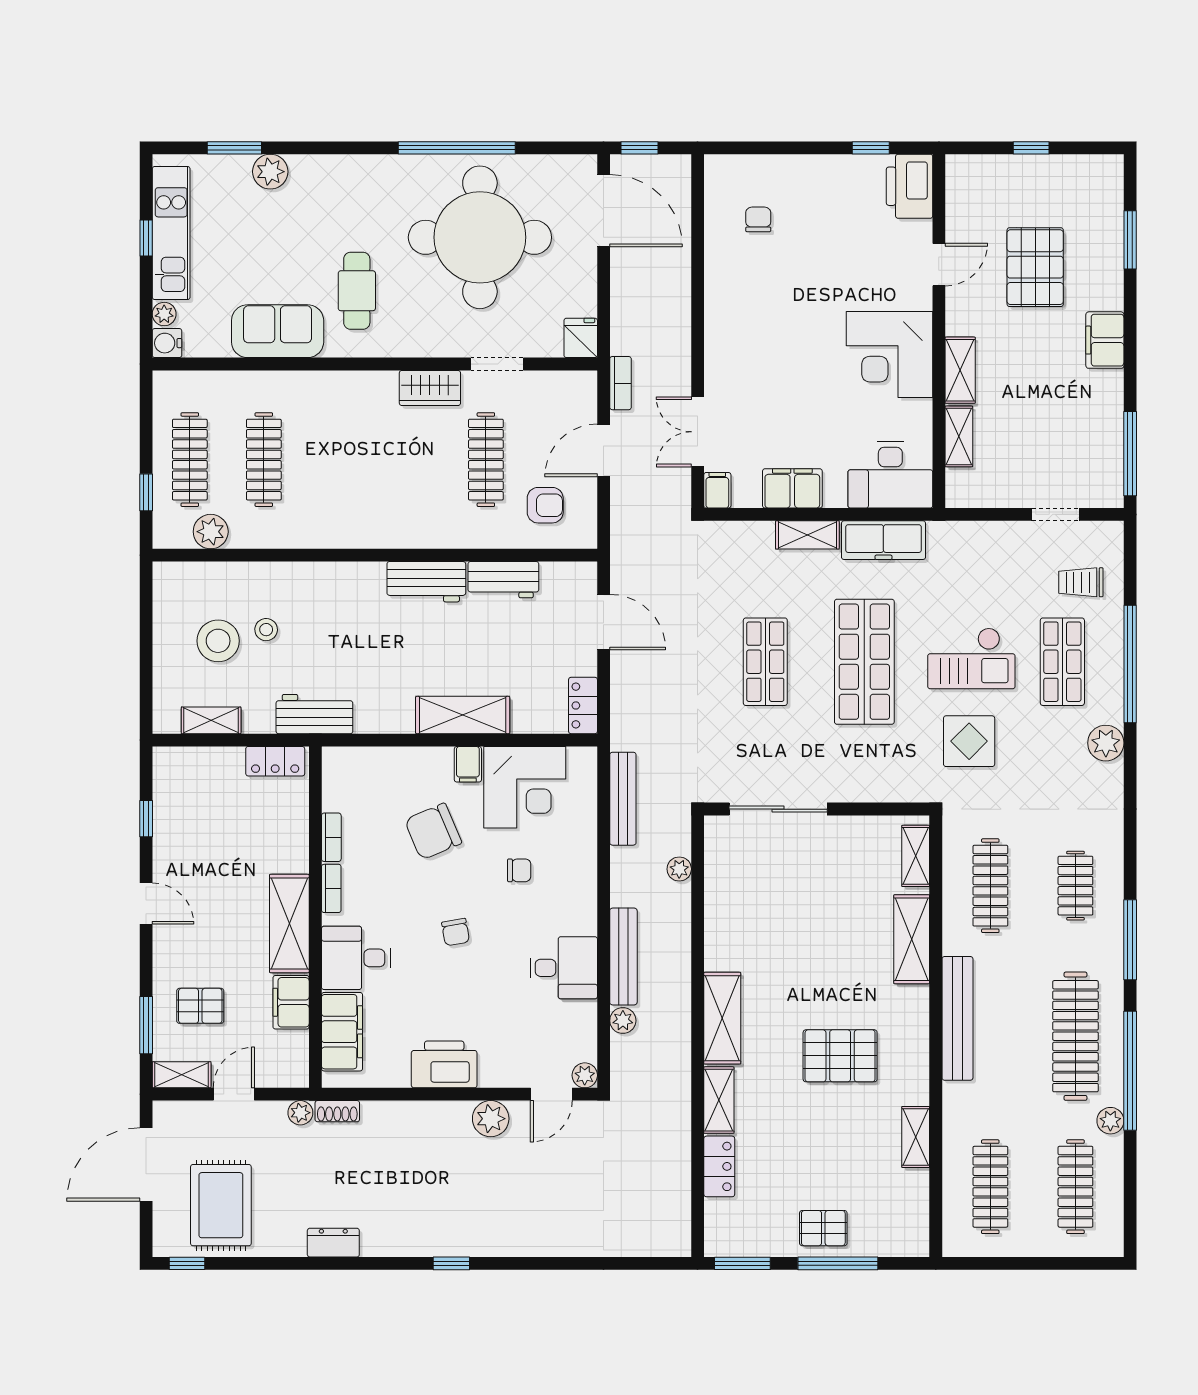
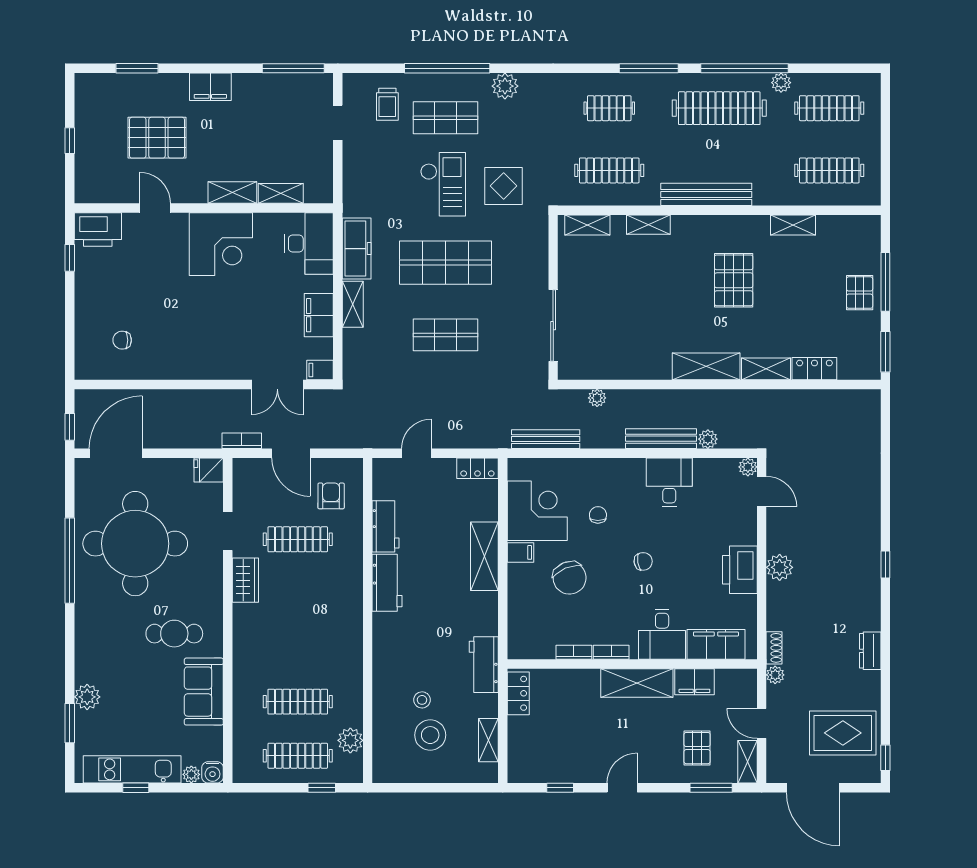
door: (604, 622) -> (417, 453), width x0.73
shelving: (912, 939) -> (648, 225), width x0.67, depth x0.75
plant: (491, 1119) -> (780, 567), moved

